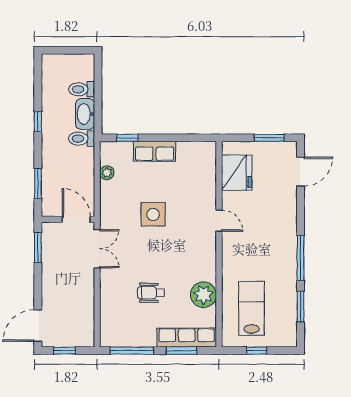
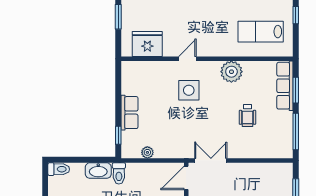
toilet: (82, 89) -> (59, 169), moved, turned -90
side table: (153, 214) -> (189, 90), moved
plant: (203, 295) -> (231, 72), moved
window: (257, 351) -> (296, 15), moved

